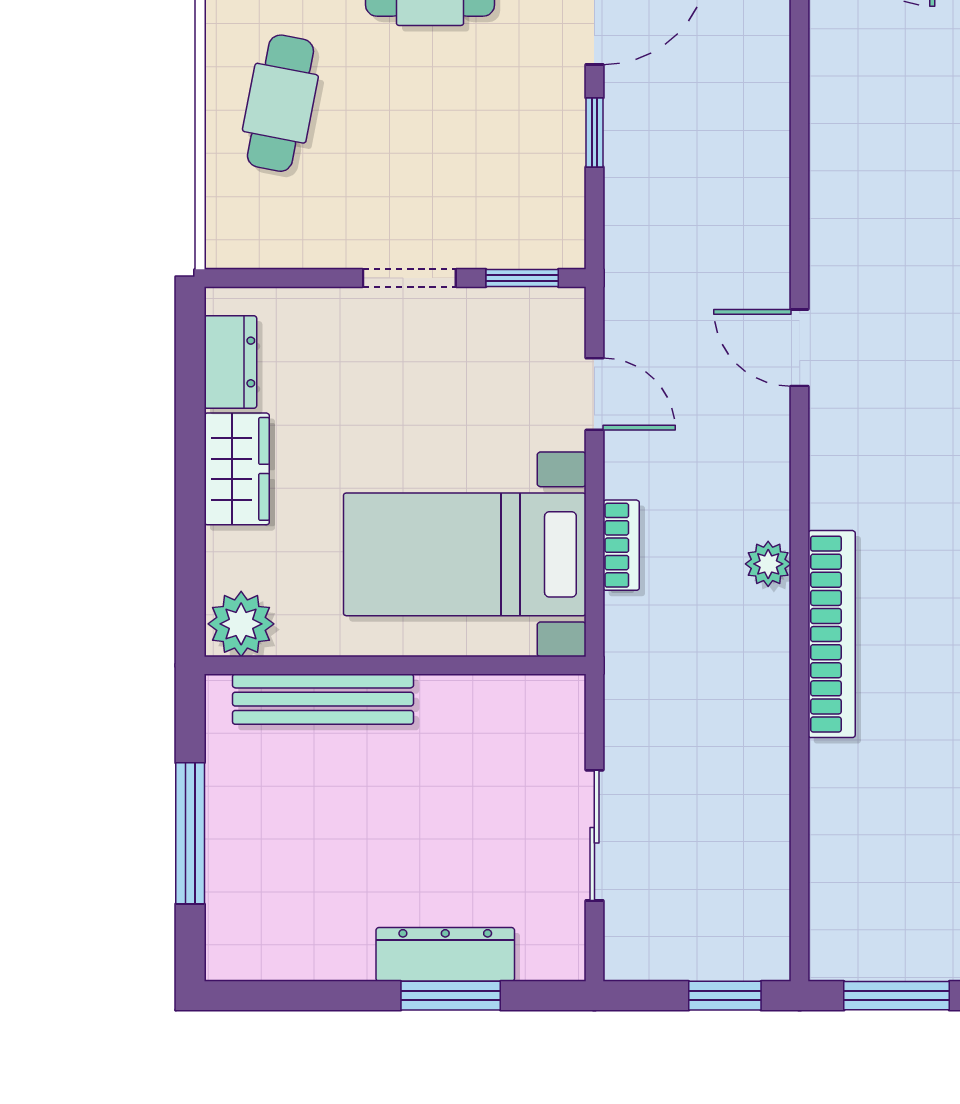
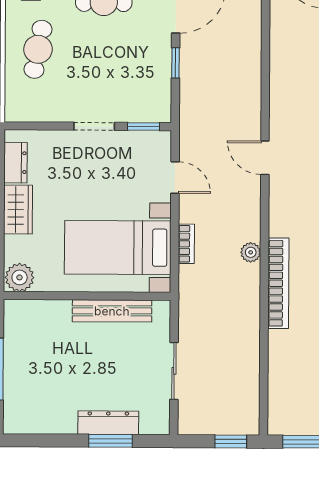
bench: (323, 699) -> (112, 311), moved

